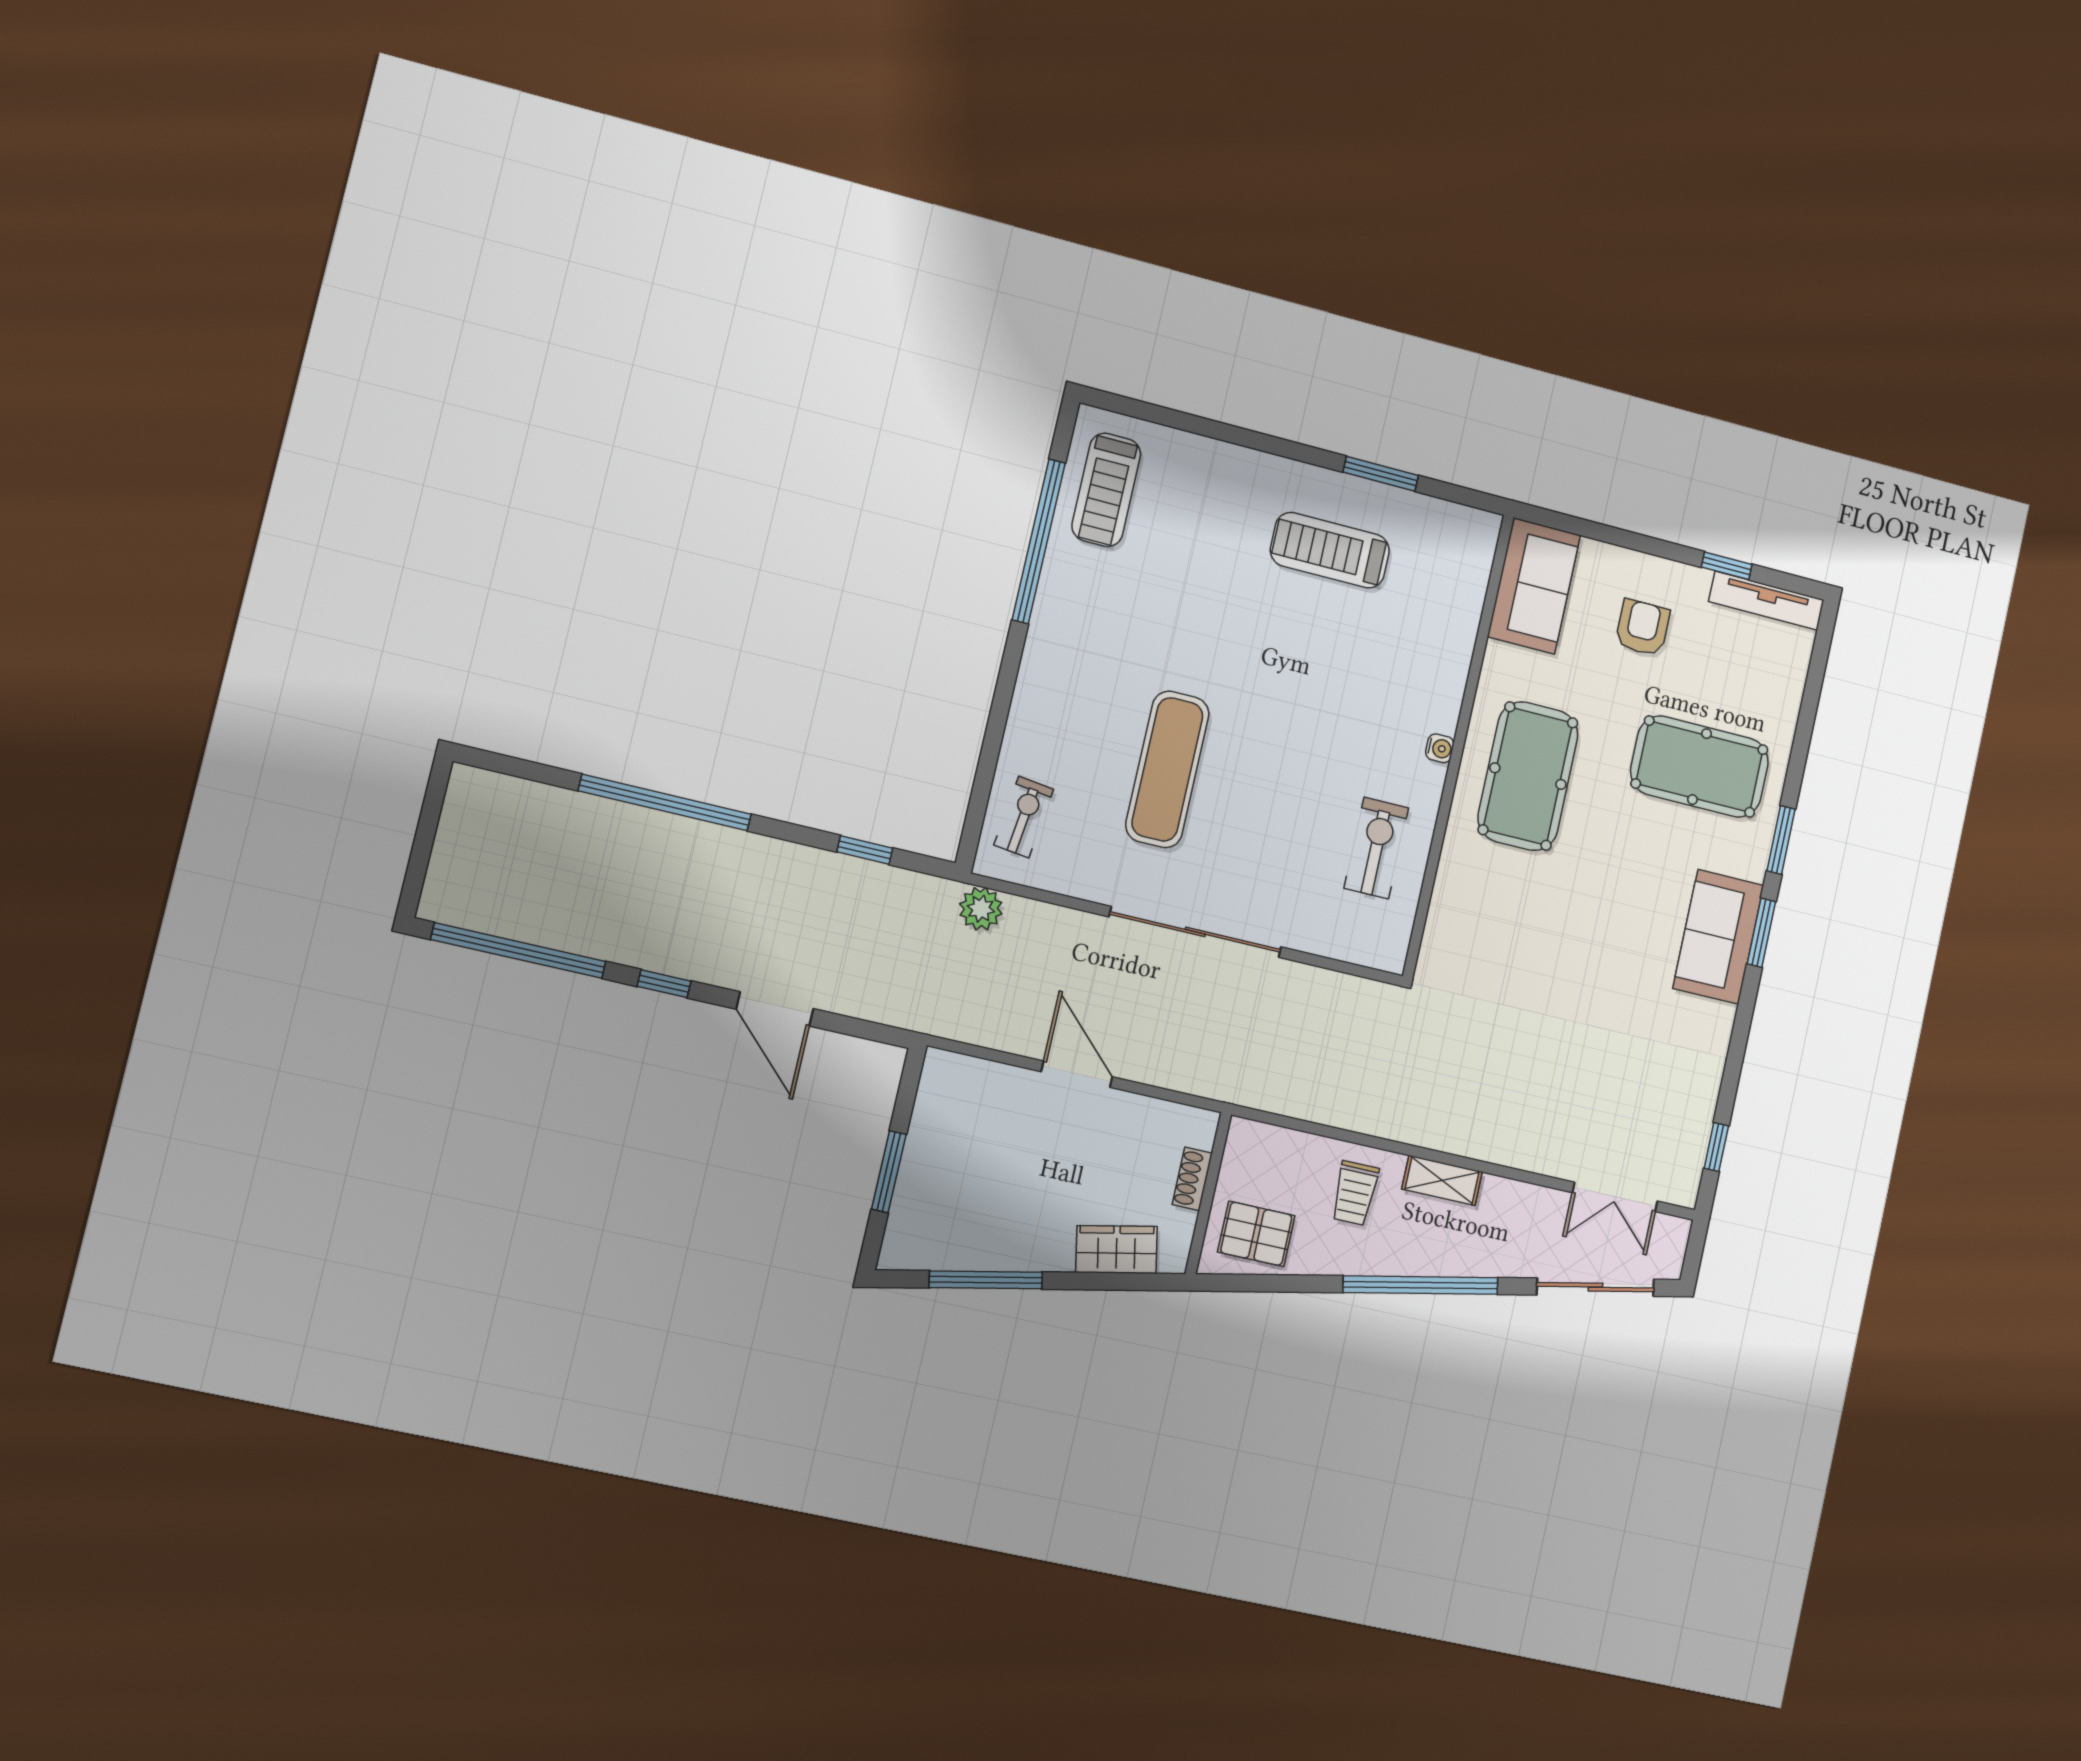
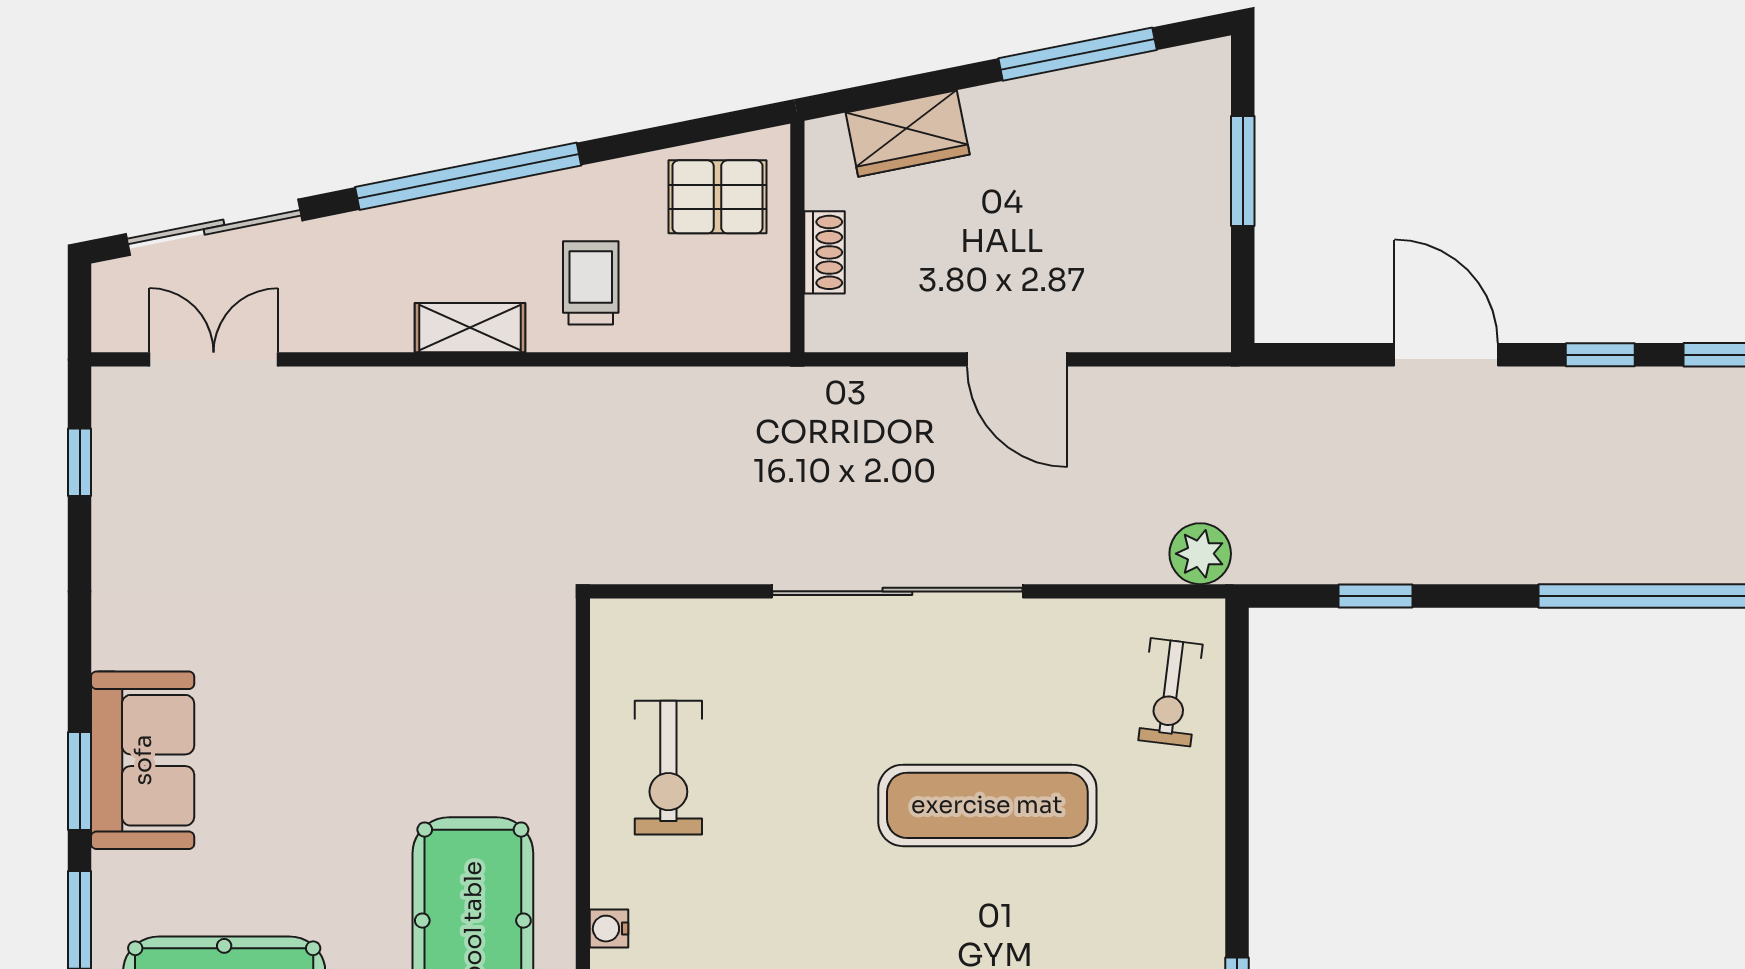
exercise mat: (1167, 769) -> (987, 805), turned 90

